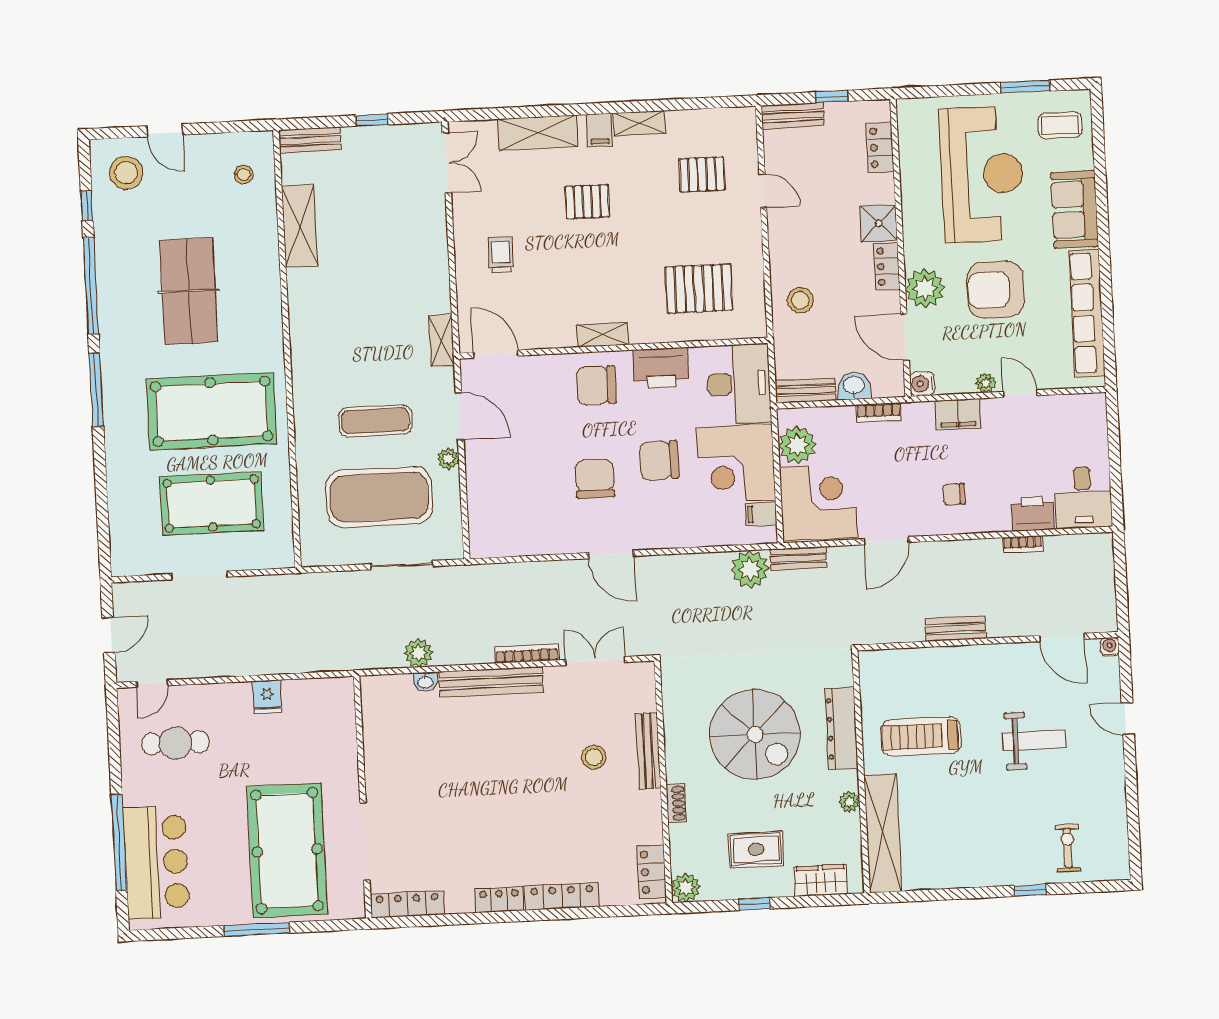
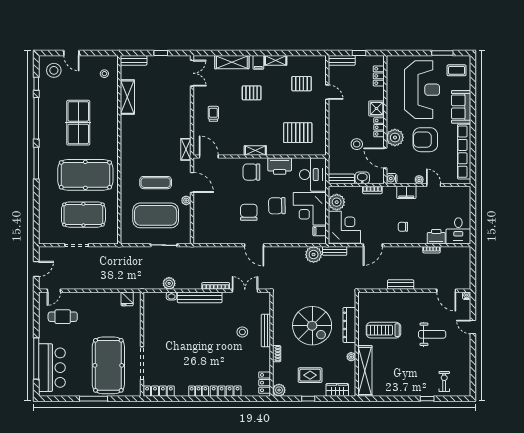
stool: (800, 300) -> (357, 144), moved
fridge: (267, 697) -> (127, 299), moved

